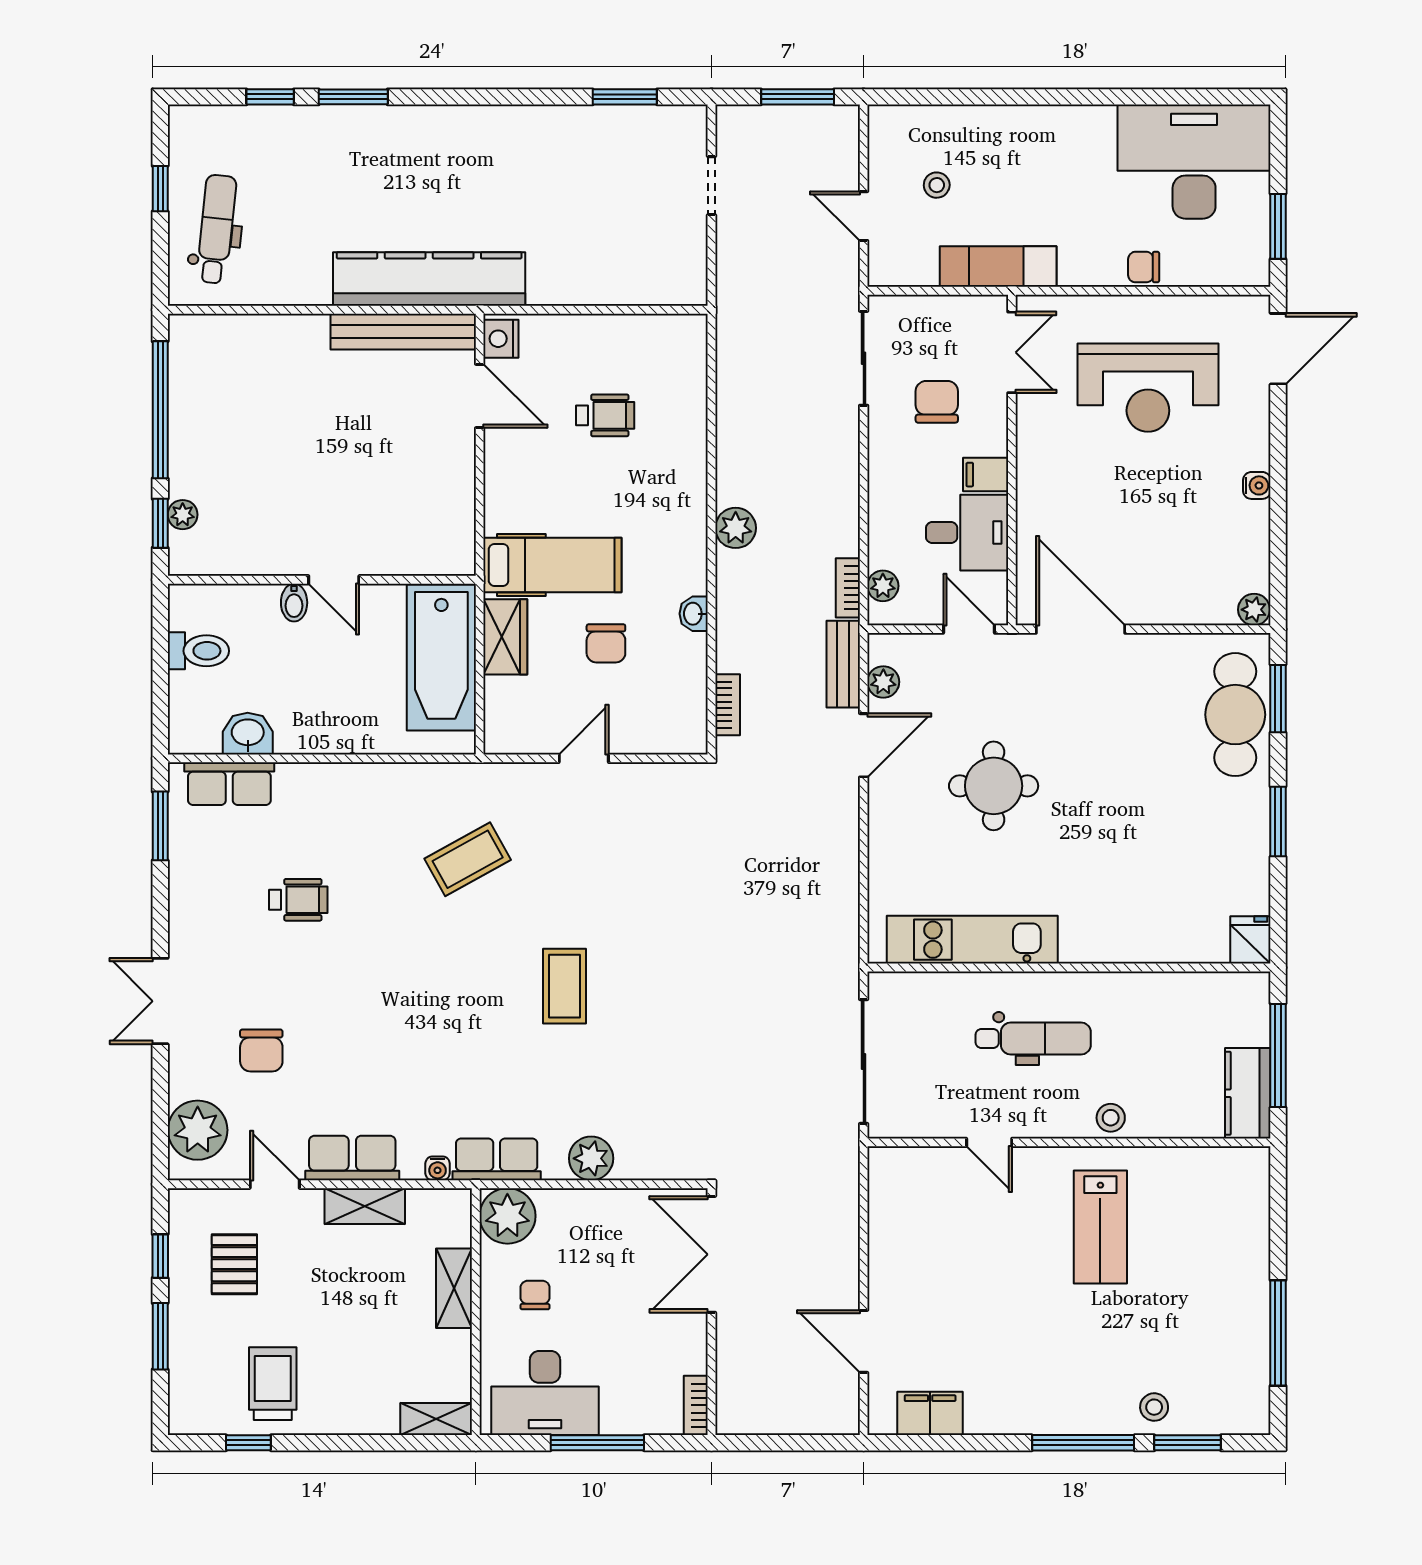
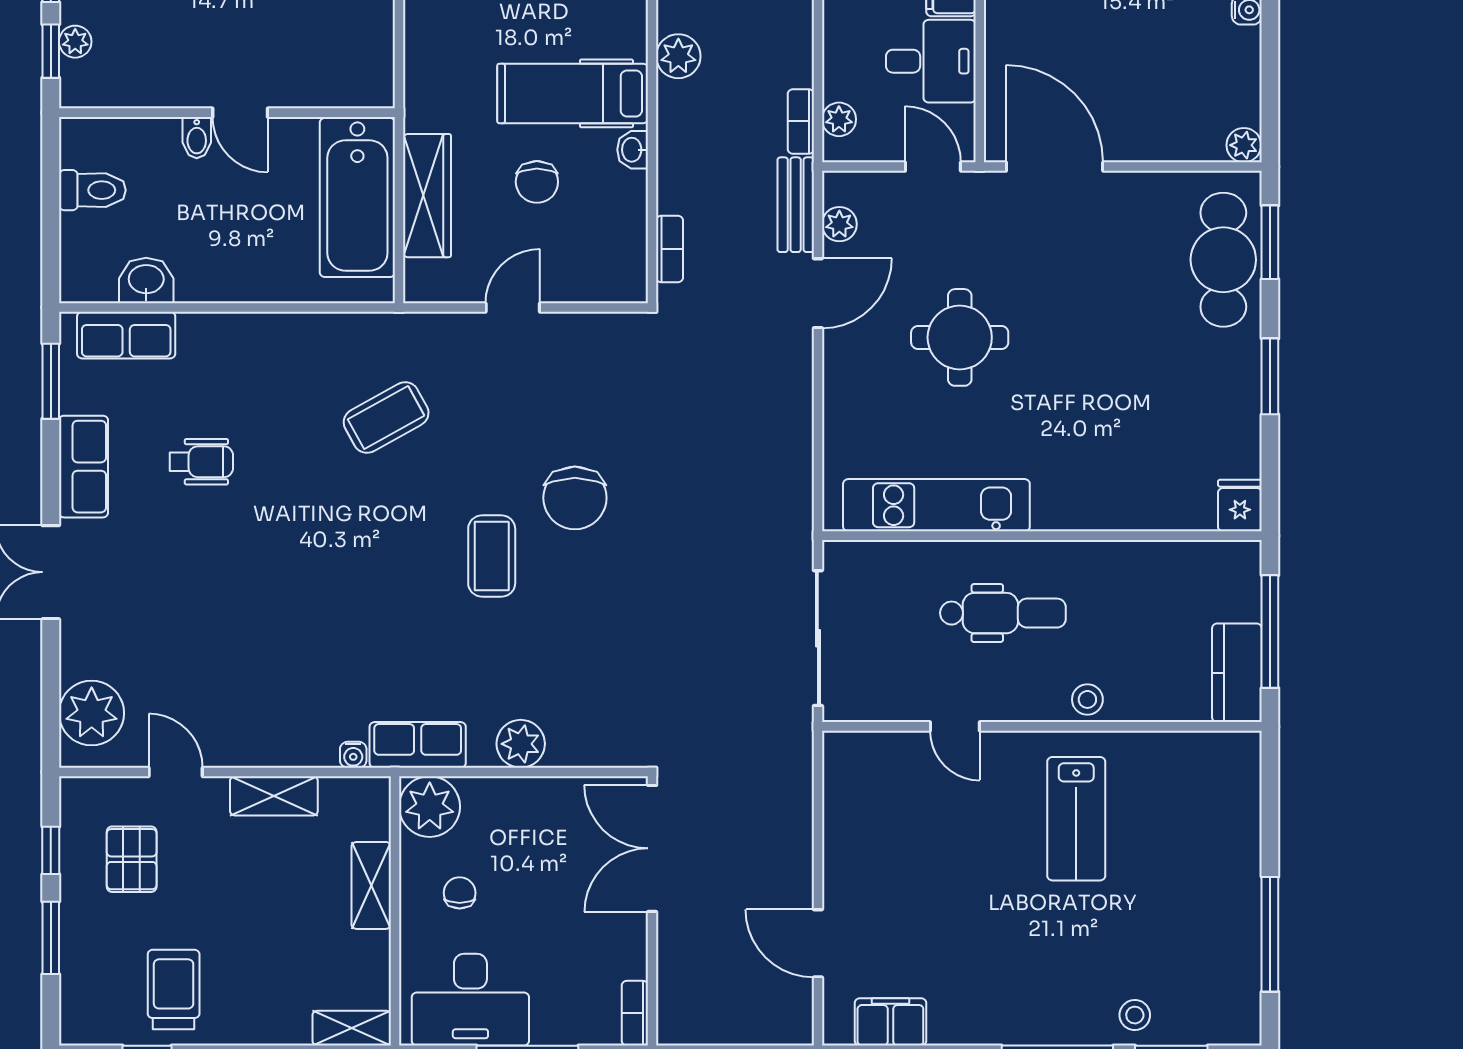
hospital bed: (552, 565) -> (573, 93), moved, turned 180
wardrobe: (505, 637) -> (427, 196), width x1.50
chair: (261, 1050) -> (575, 498), moved, width x1.37, depth x1.37
row of seats: (352, 1158) -> (83, 467), moved, turned 90

